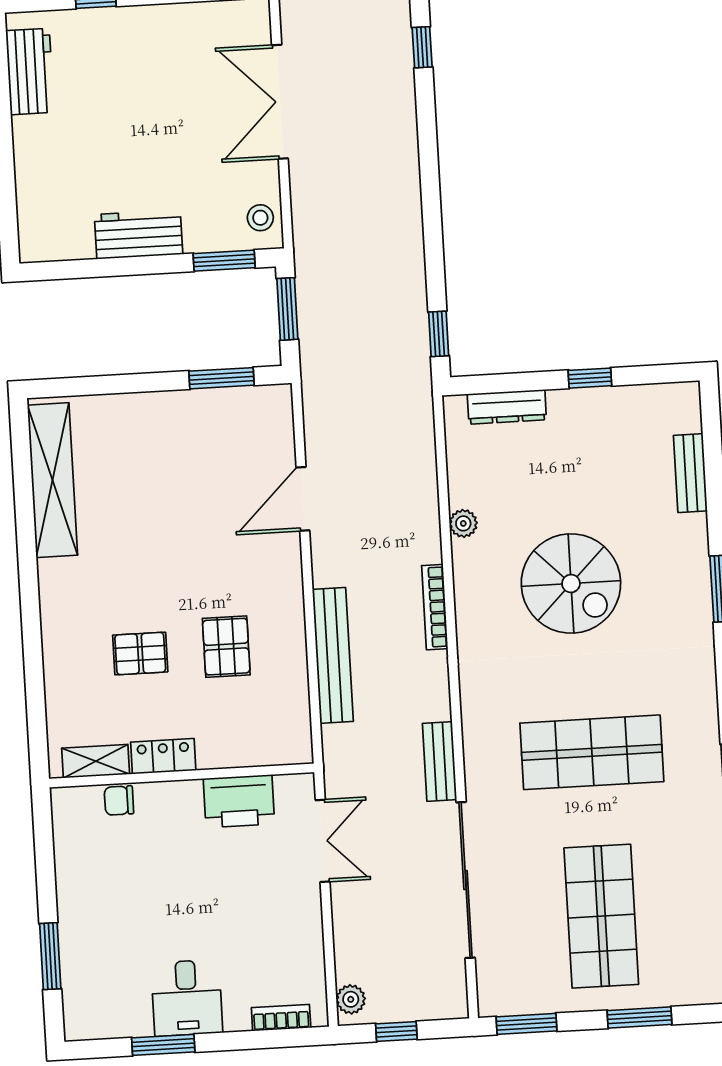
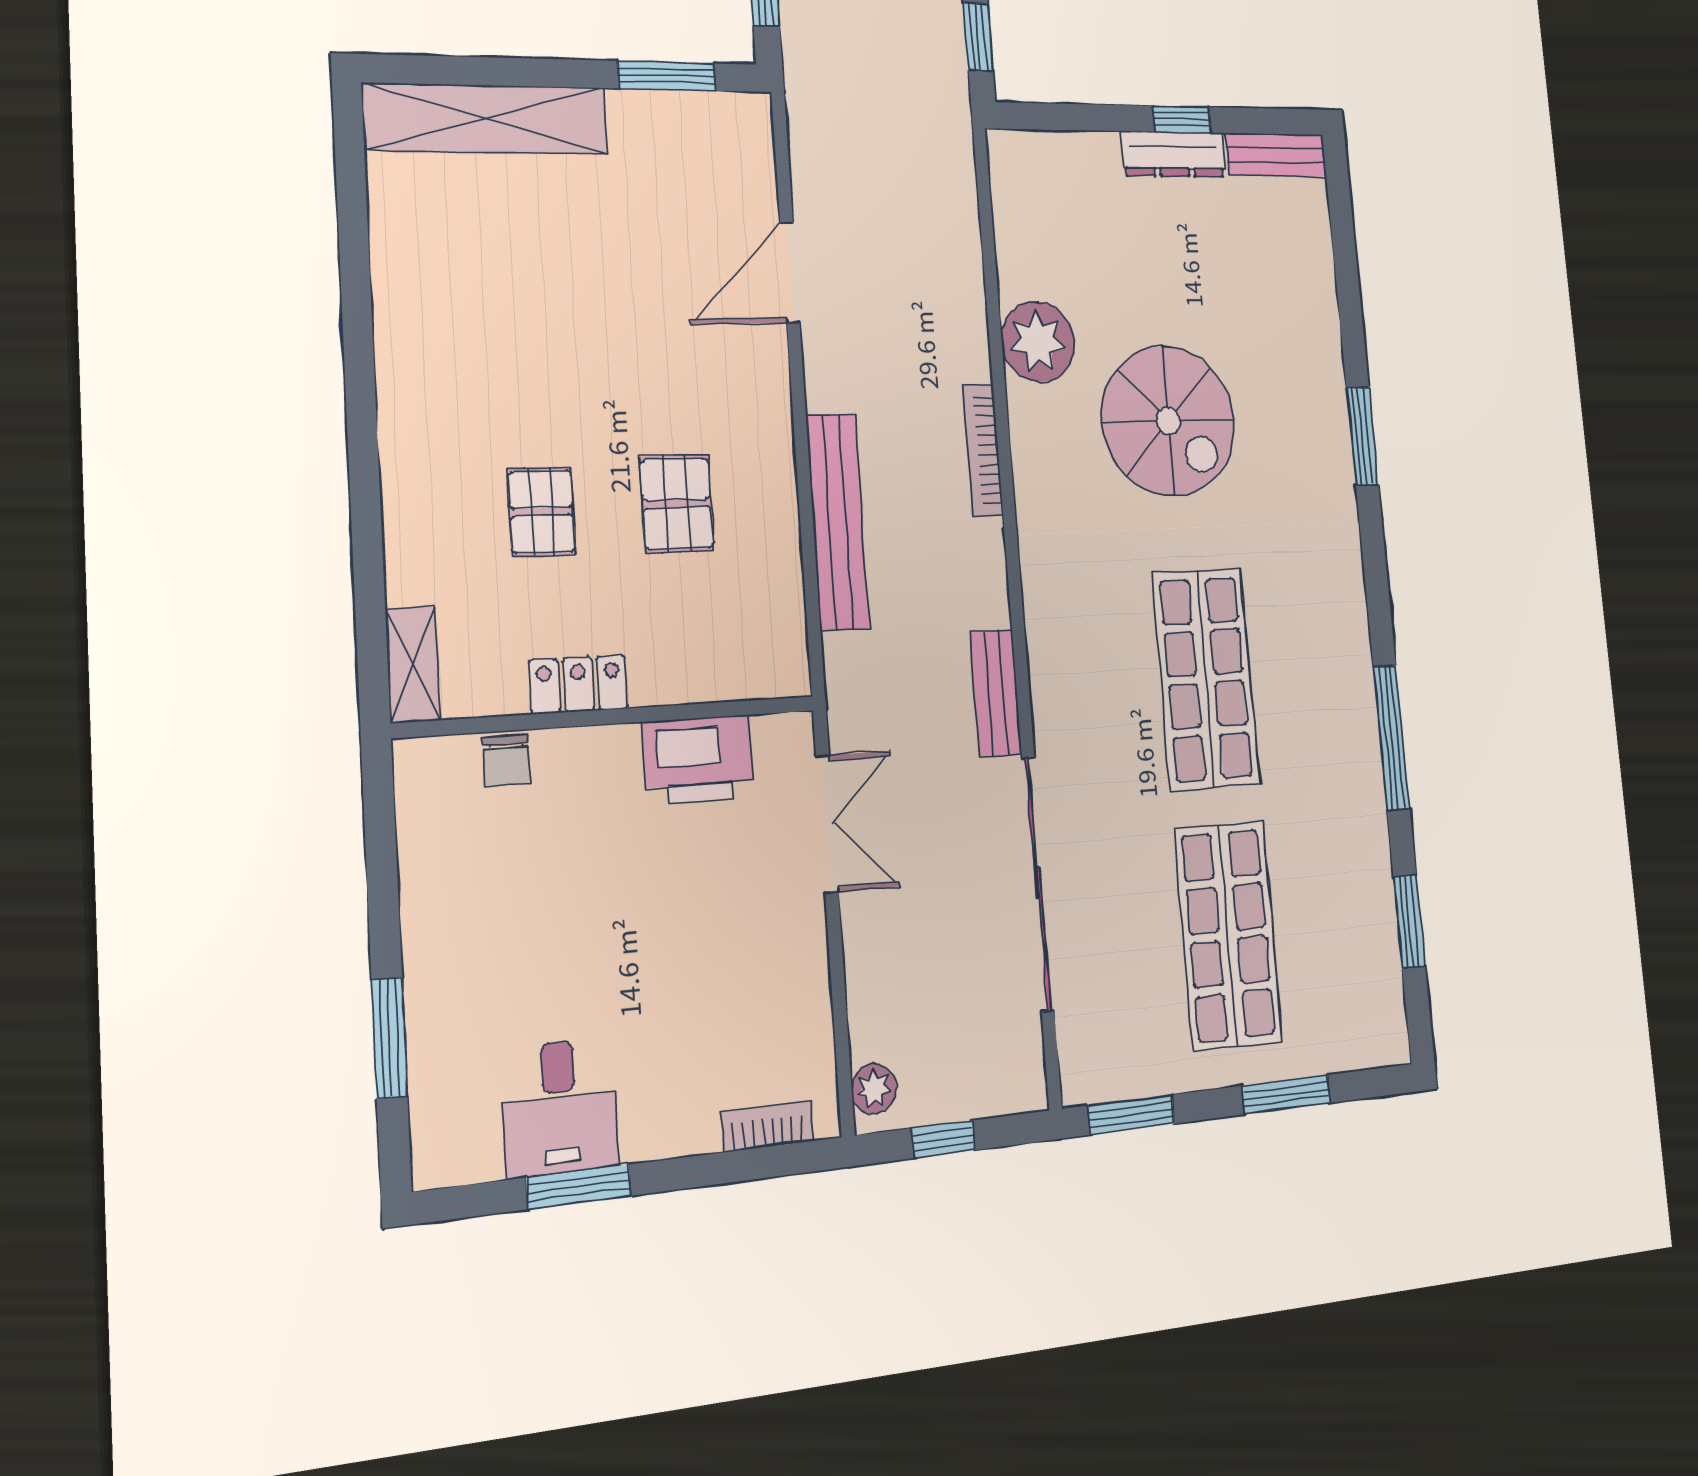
dresser: (507, 407) -> (1173, 154), moved
bench: (690, 473) -> (1276, 155), moved, turned 90
shelving: (53, 480) -> (486, 119), moved, turned 90
plant: (463, 523) -> (1038, 342), width x1.88, depth x1.88
pallet: (140, 654) -> (542, 512), turned 90
shop shelf: (592, 752) -> (1206, 679), turned 90
shelving: (96, 761) -> (413, 665), moved, turned 90
chair: (119, 801) -> (507, 760), turned -90
desk: (187, 998) -> (560, 1107), moved

